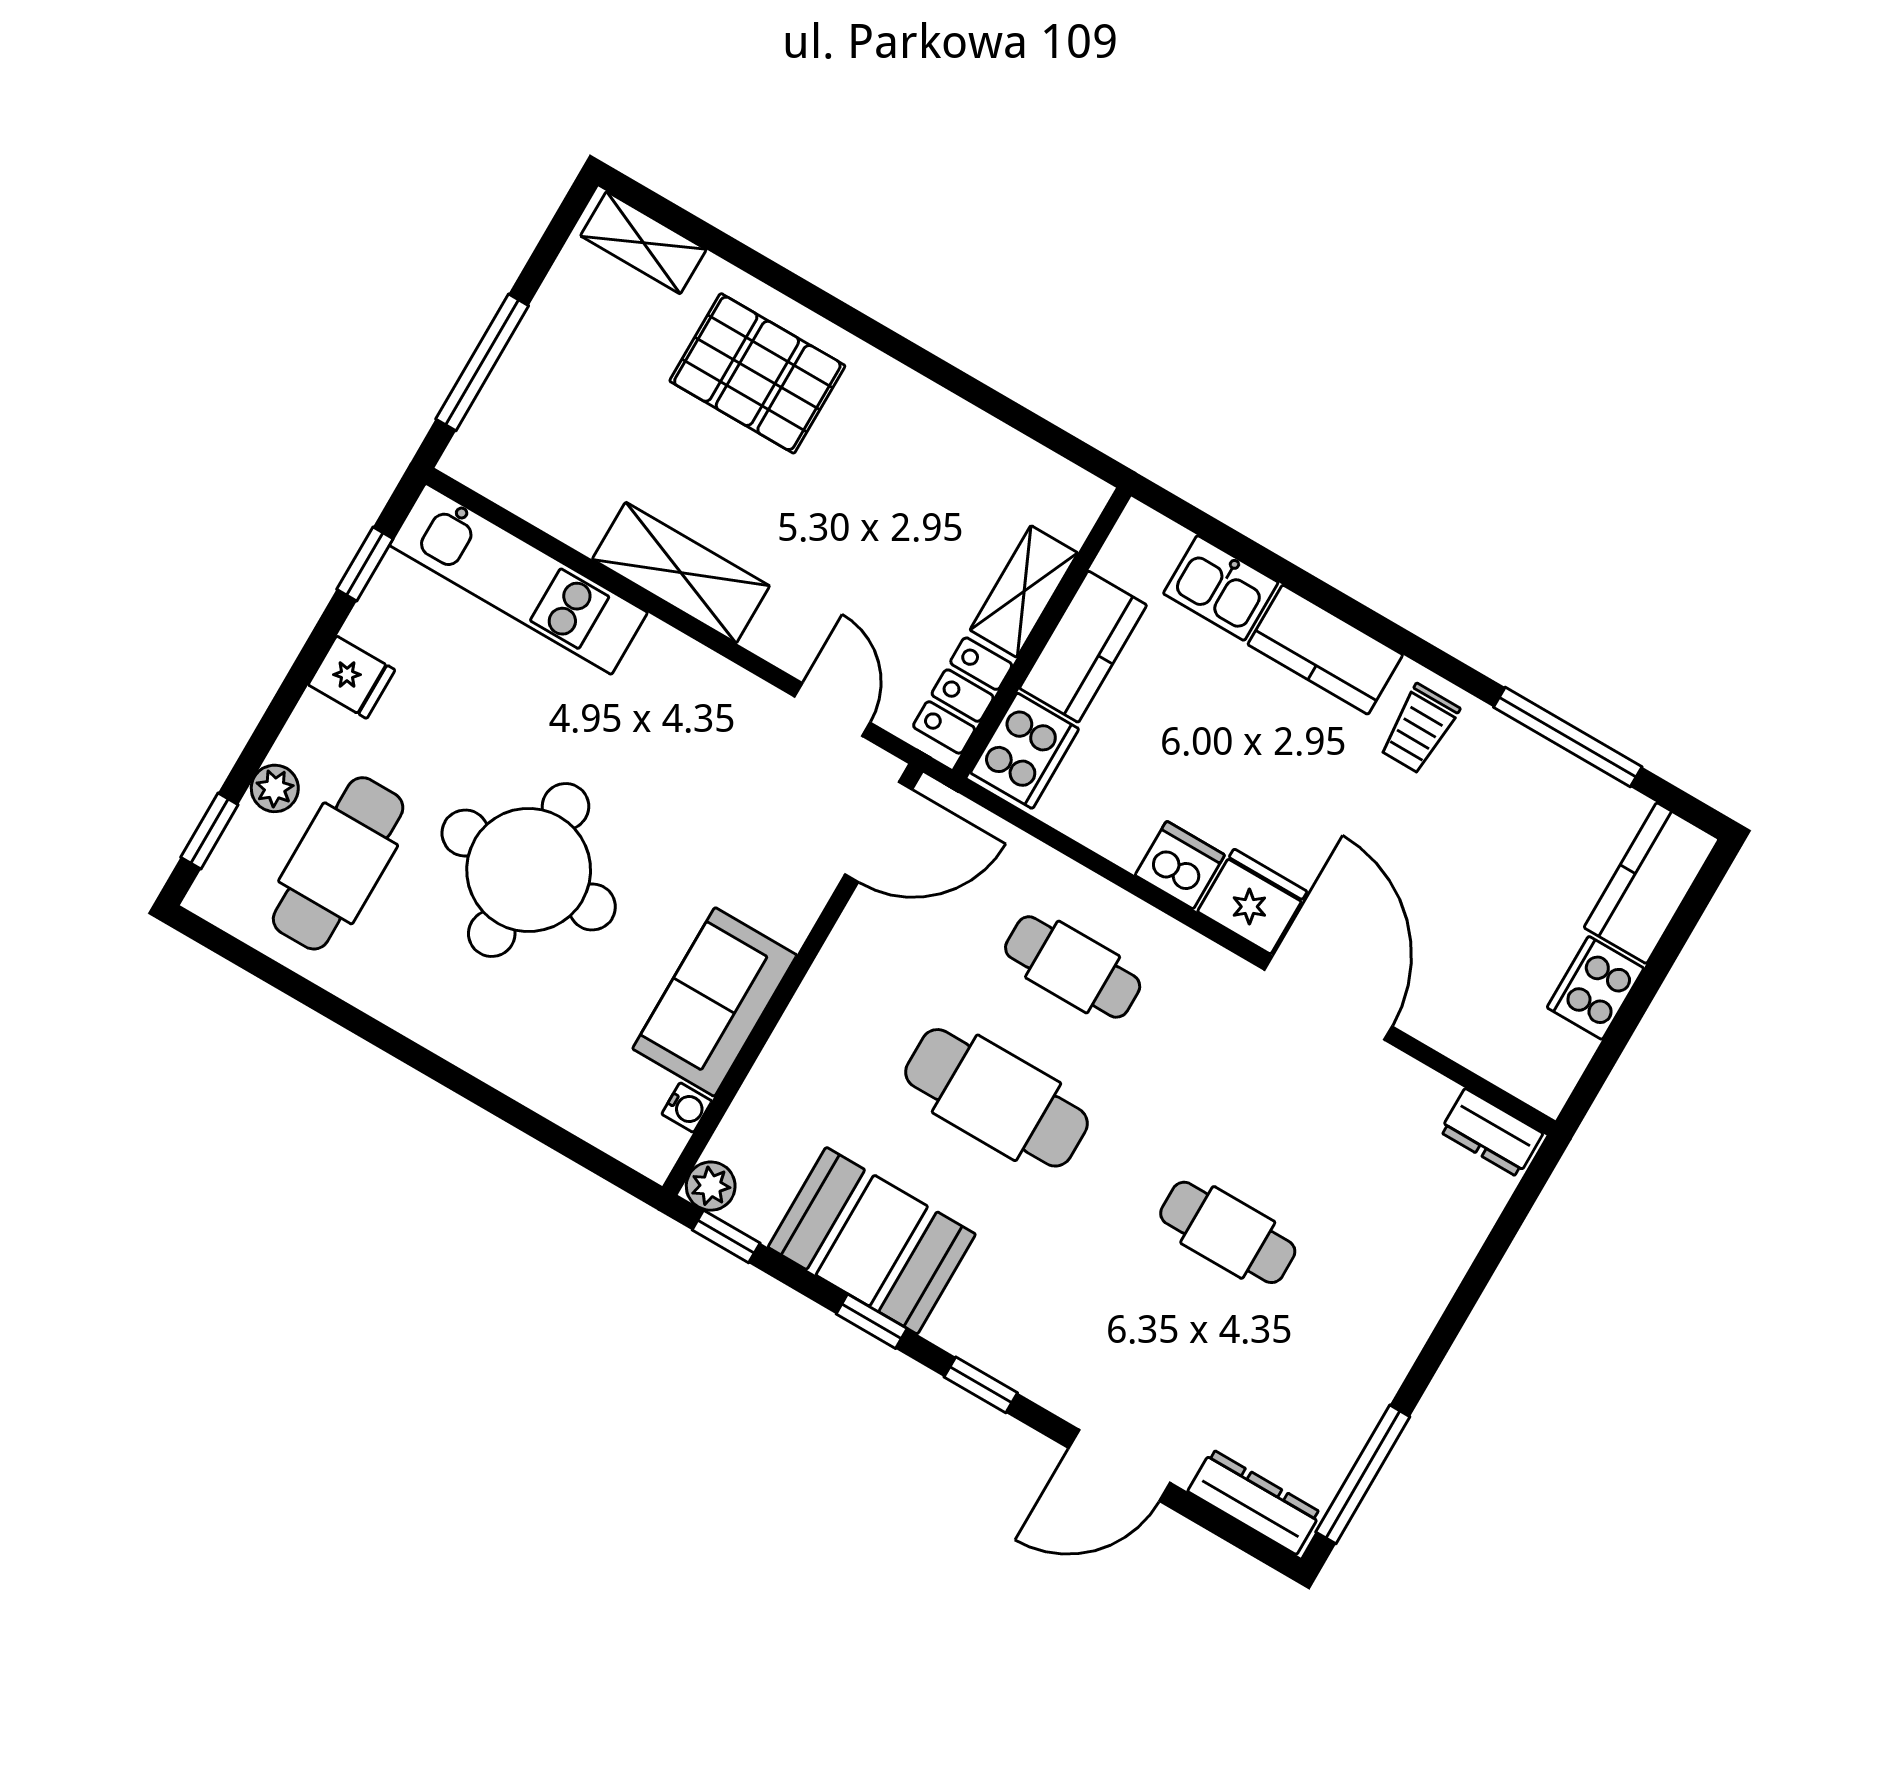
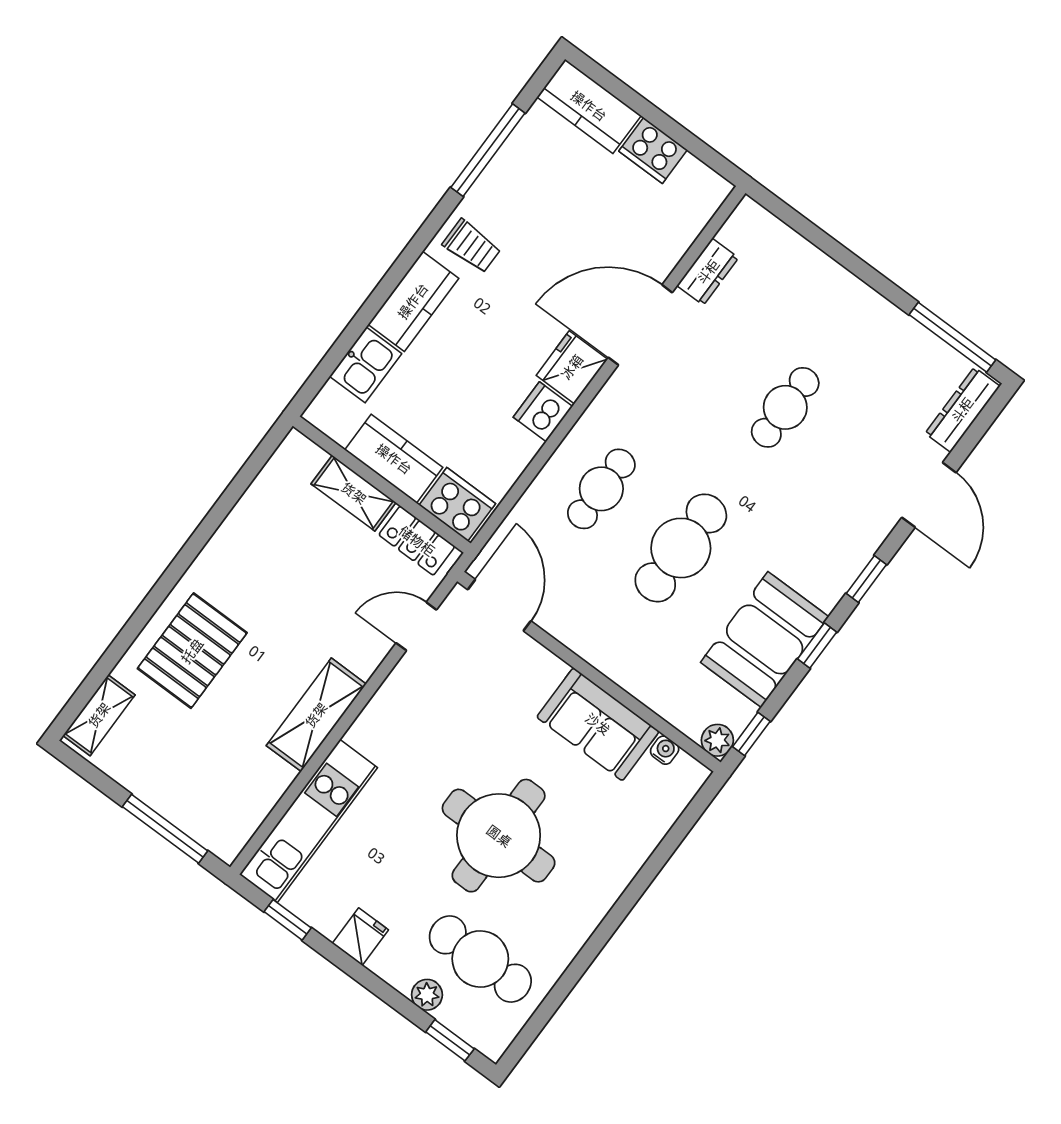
dresser: (1491, 1133) -> (708, 272), moved

